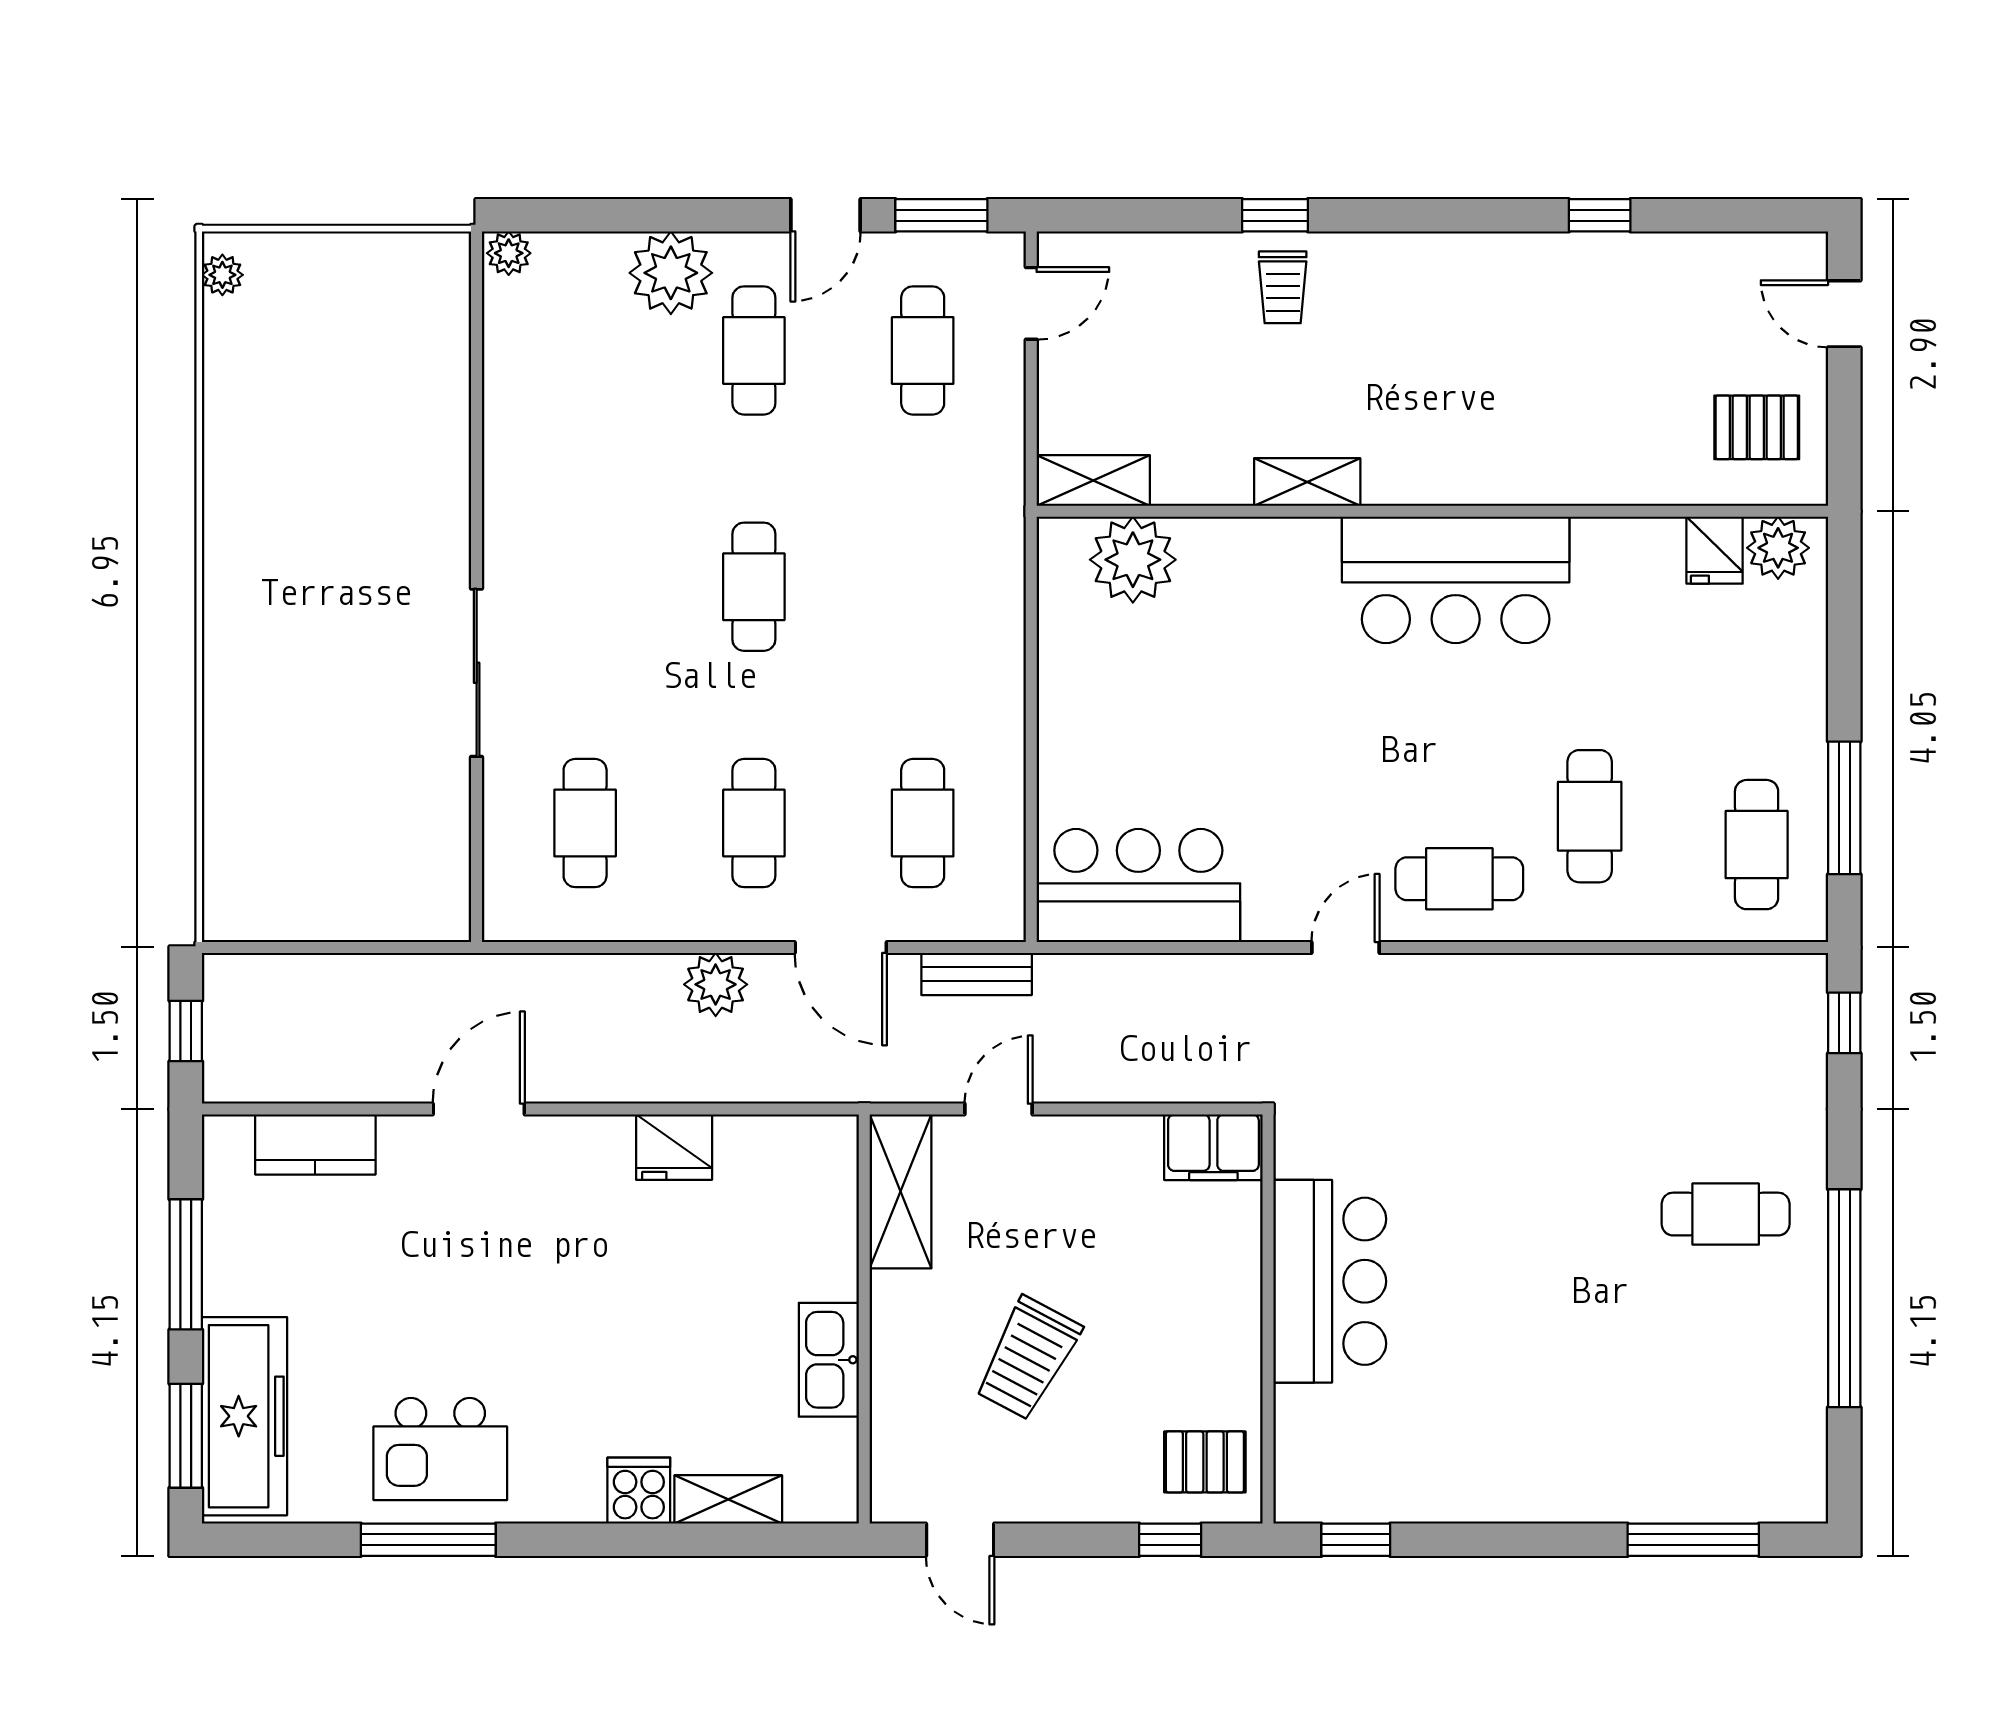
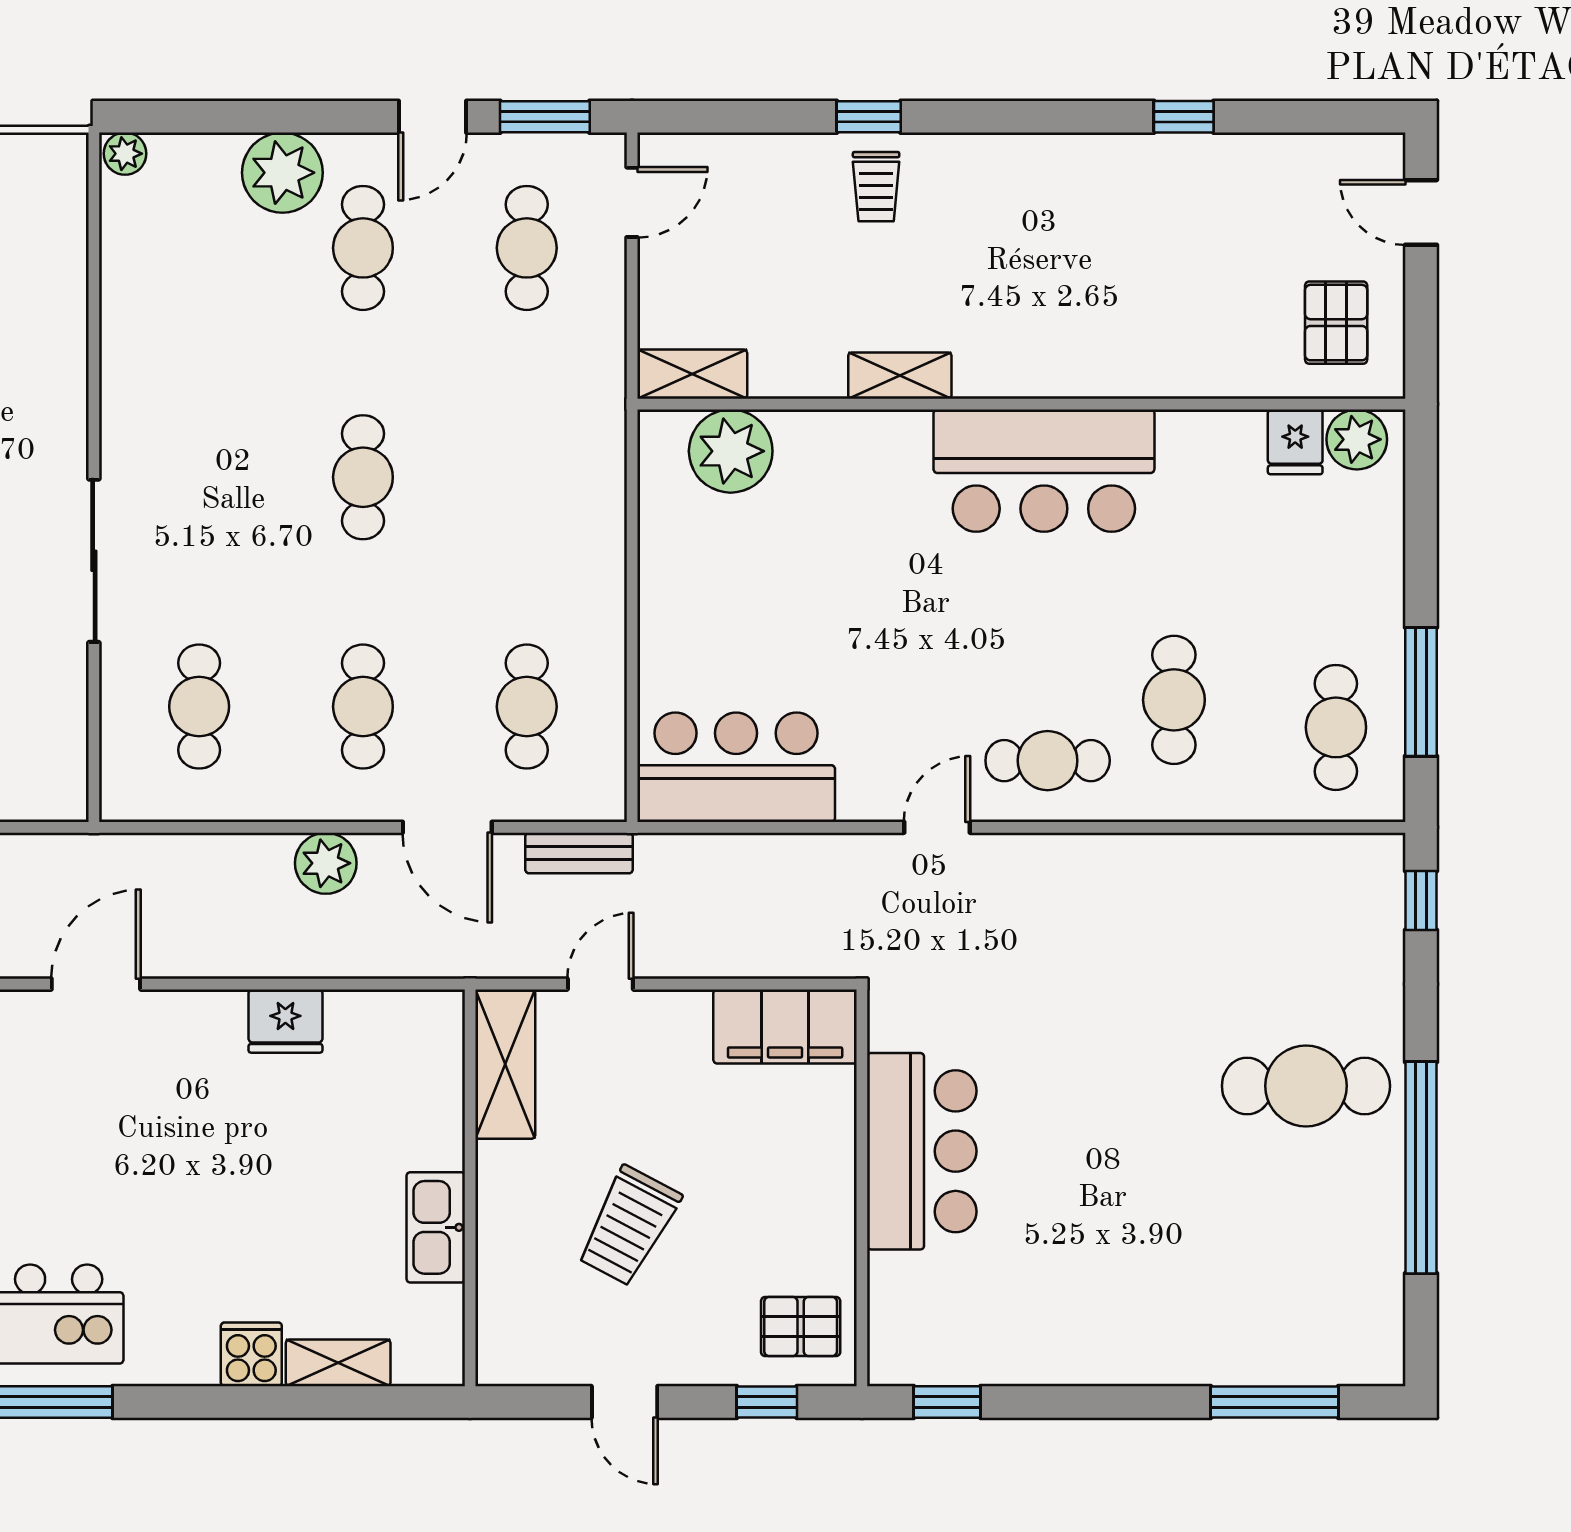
pallet: (1757, 427) -> (1336, 323), turned 90
filing cabinet: (1213, 1147) -> (785, 1026), width x1.50, depth x1.17
cafe table: (1726, 1214) -> (1306, 1086), width x1.37, depth x1.35
door: (960, 1540) -> (625, 1402), moved

